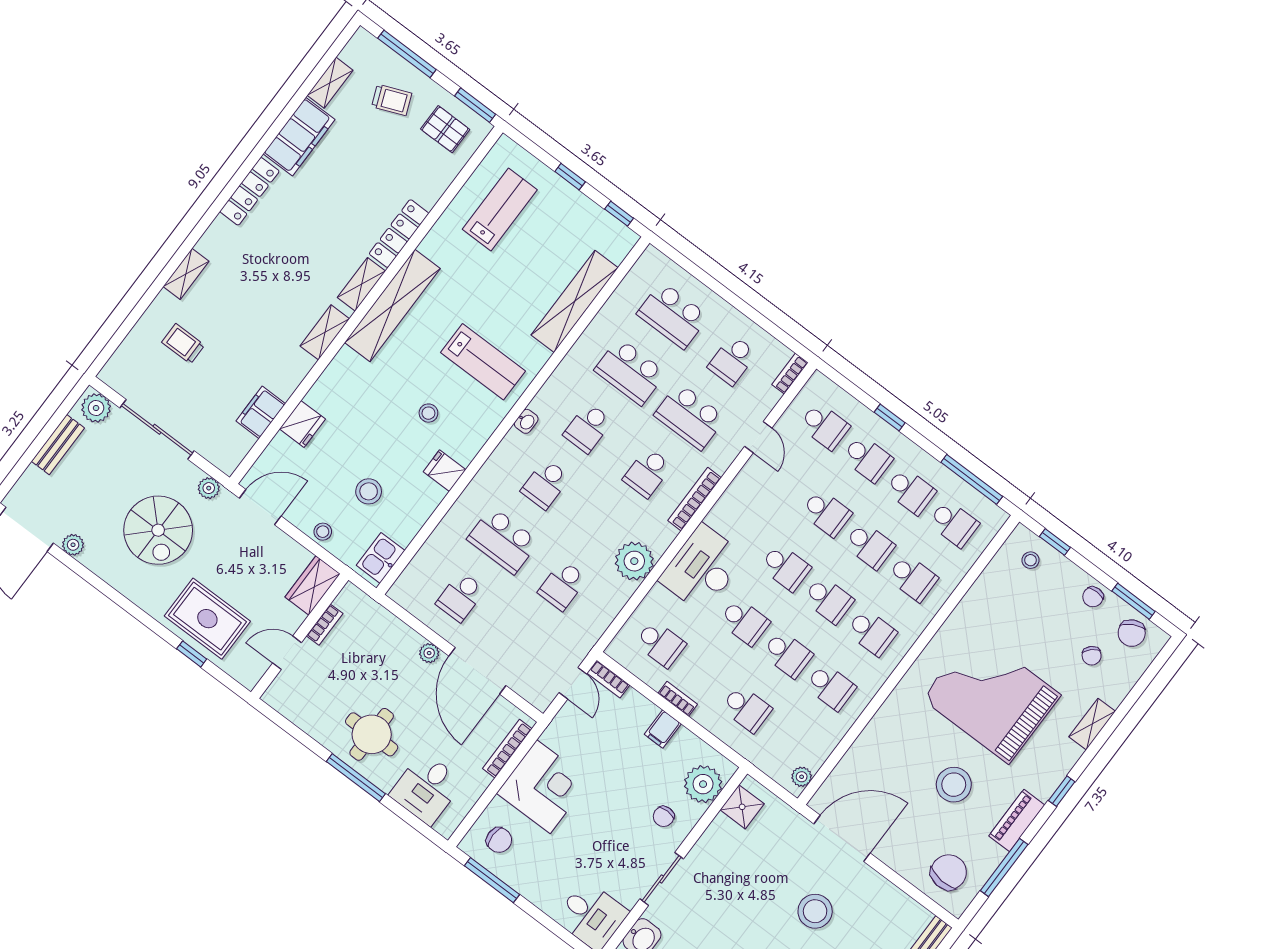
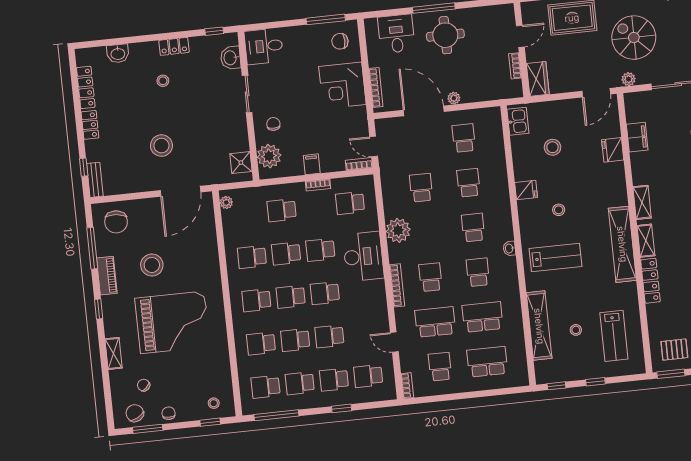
lab bench: (483, 362) -> (555, 257), turned 180
stool: (323, 532) -> (576, 330), moved
school desk: (503, 540) -> (468, 183), width x0.54

